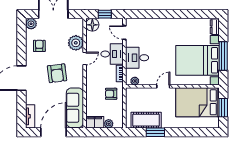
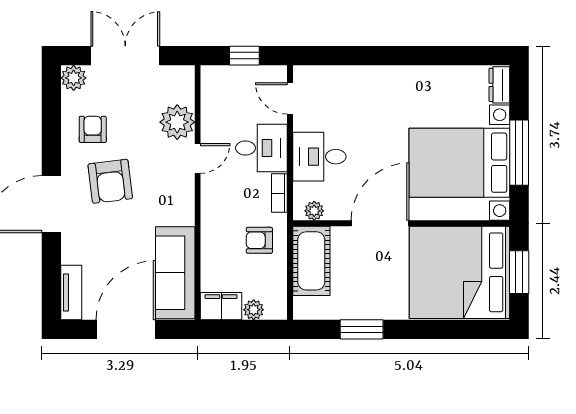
floor lamp: (92, 25) -> (216, 80), removed
armchair: (57, 73) -> (110, 181), moved
door: (163, 86) -> (380, 223), width x1.88
bed: (197, 102) -> (459, 272), width x1.36
cot: (146, 120) -> (311, 261), moved, turned 90

